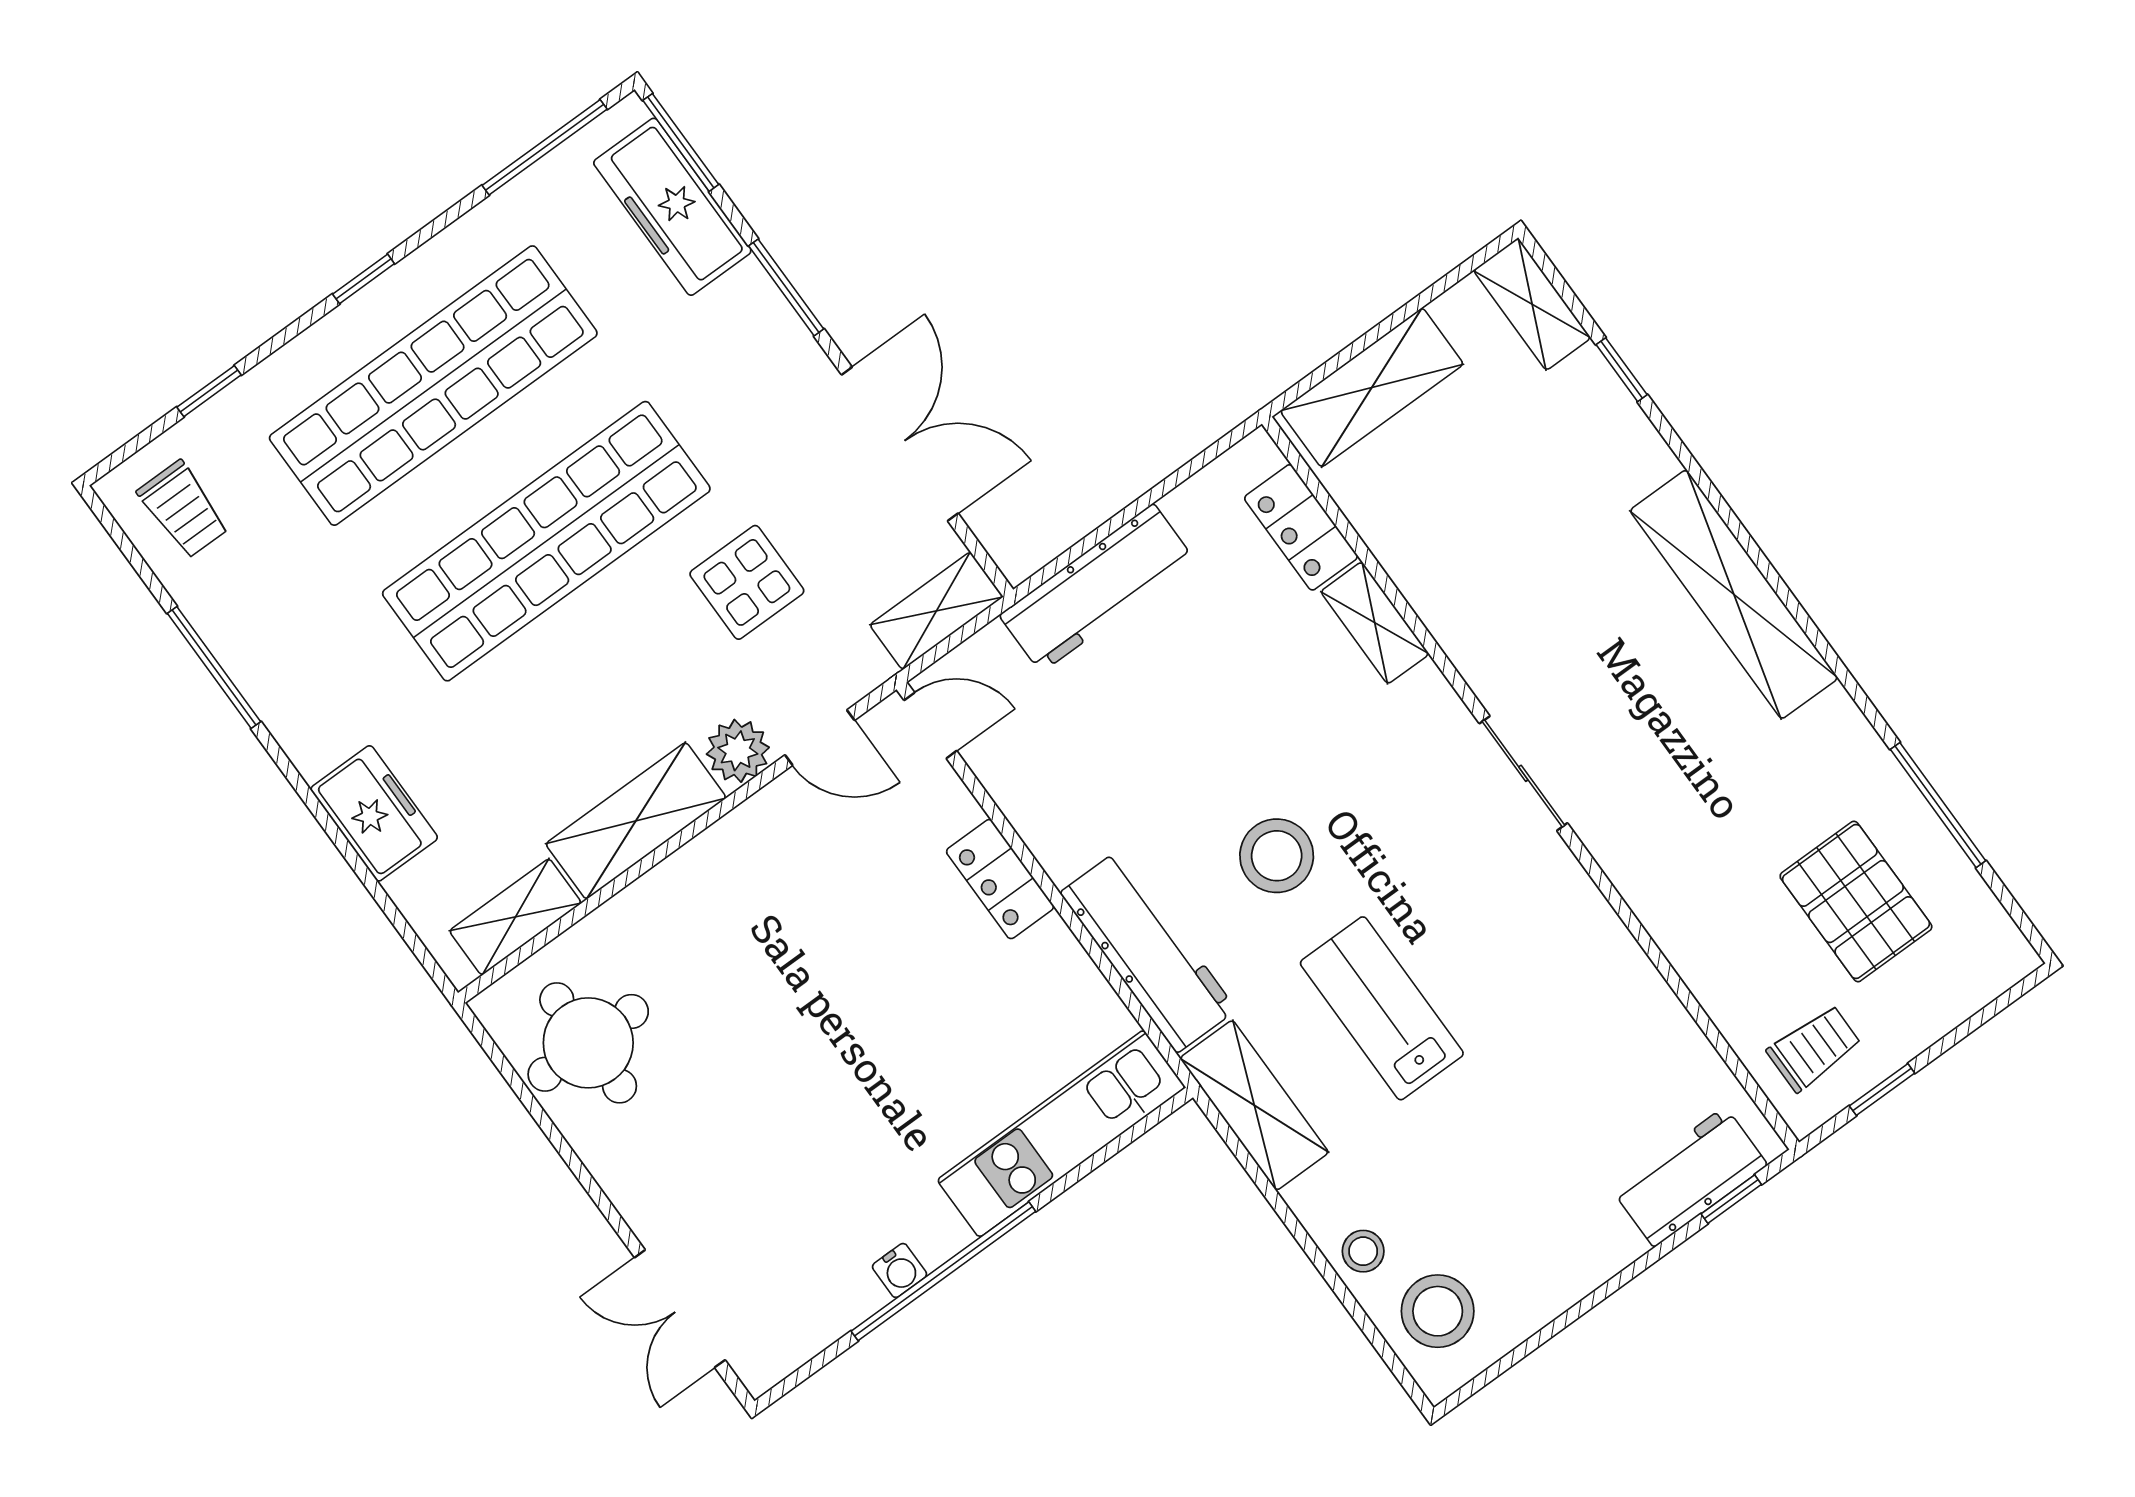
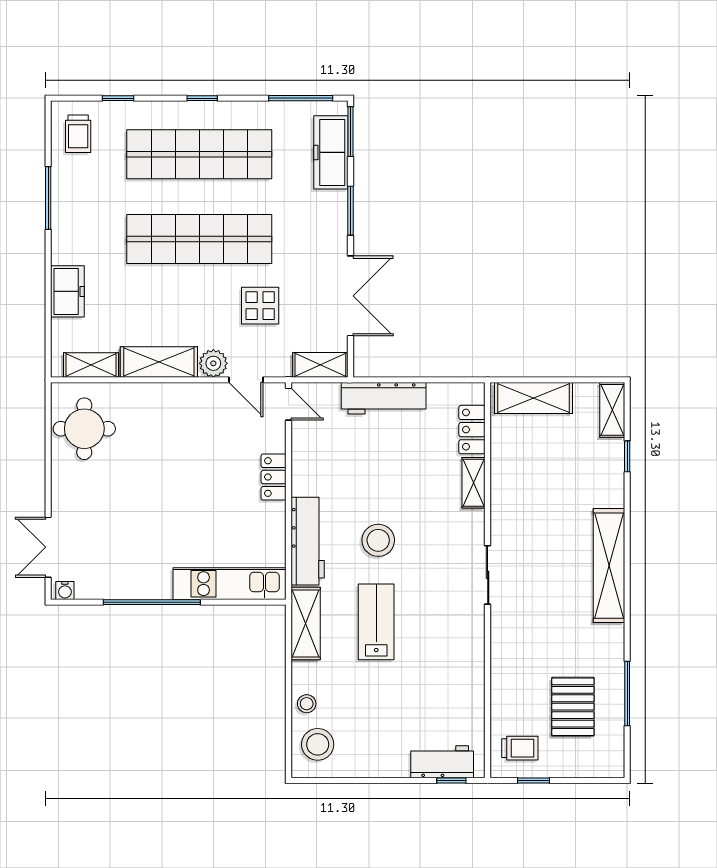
water cooler: (899, 1270) -> (65, 590), moved

